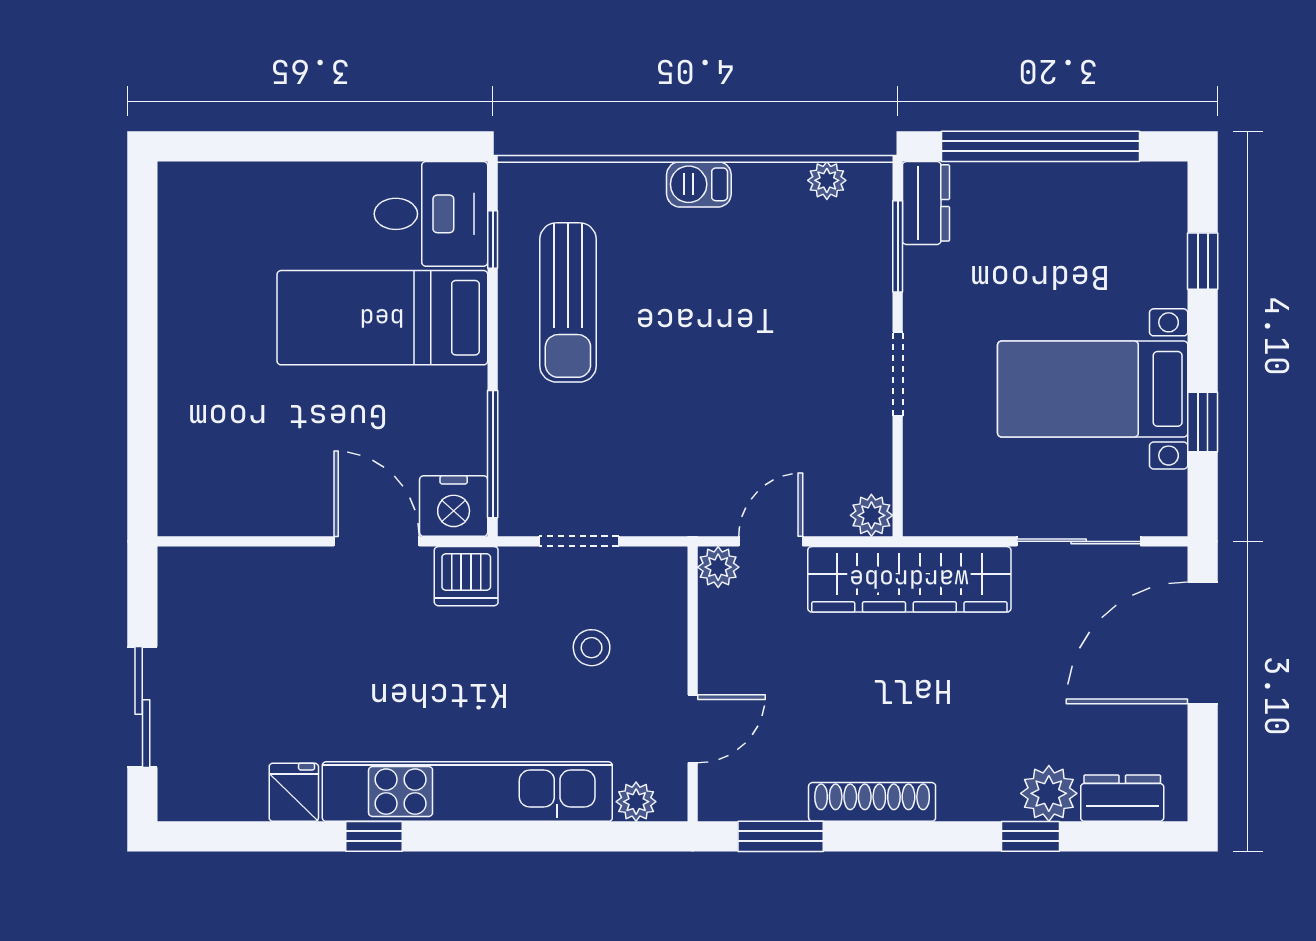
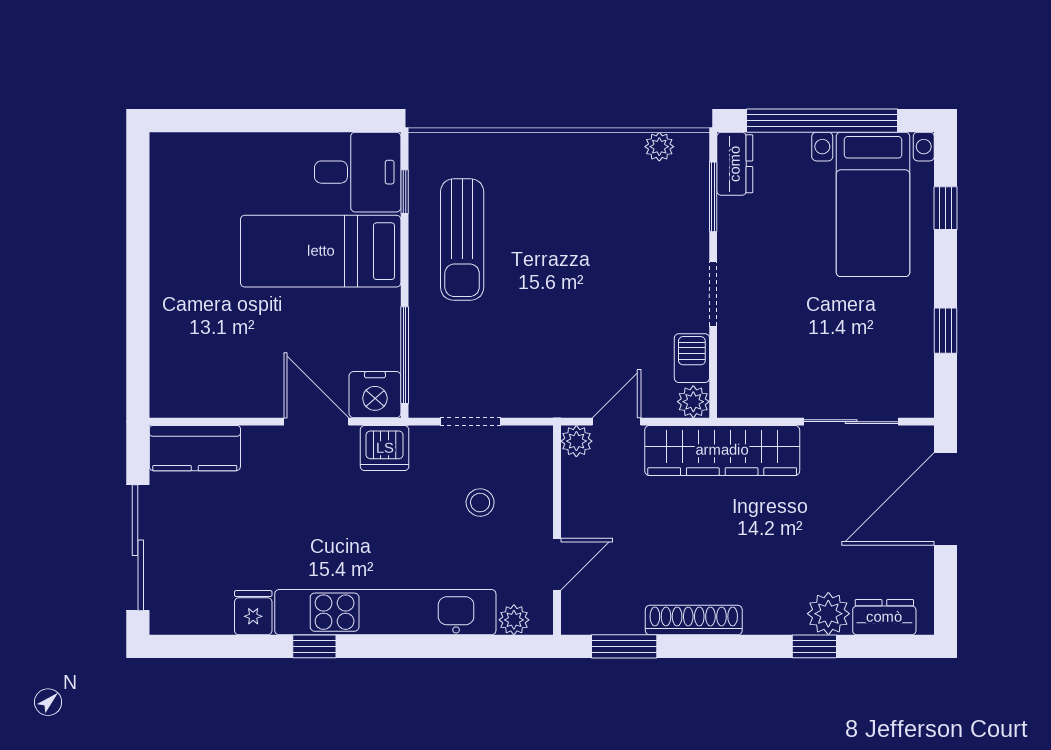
barbecue: (699, 184) -> (692, 358), moved, turned 90
bed with nightstands: (1093, 389) -> (873, 204), moved, turned -90
kitchen counter: (217, 576) -> (195, 448), added
sliding door: (142, 707) -> (138, 548), width x1.37

